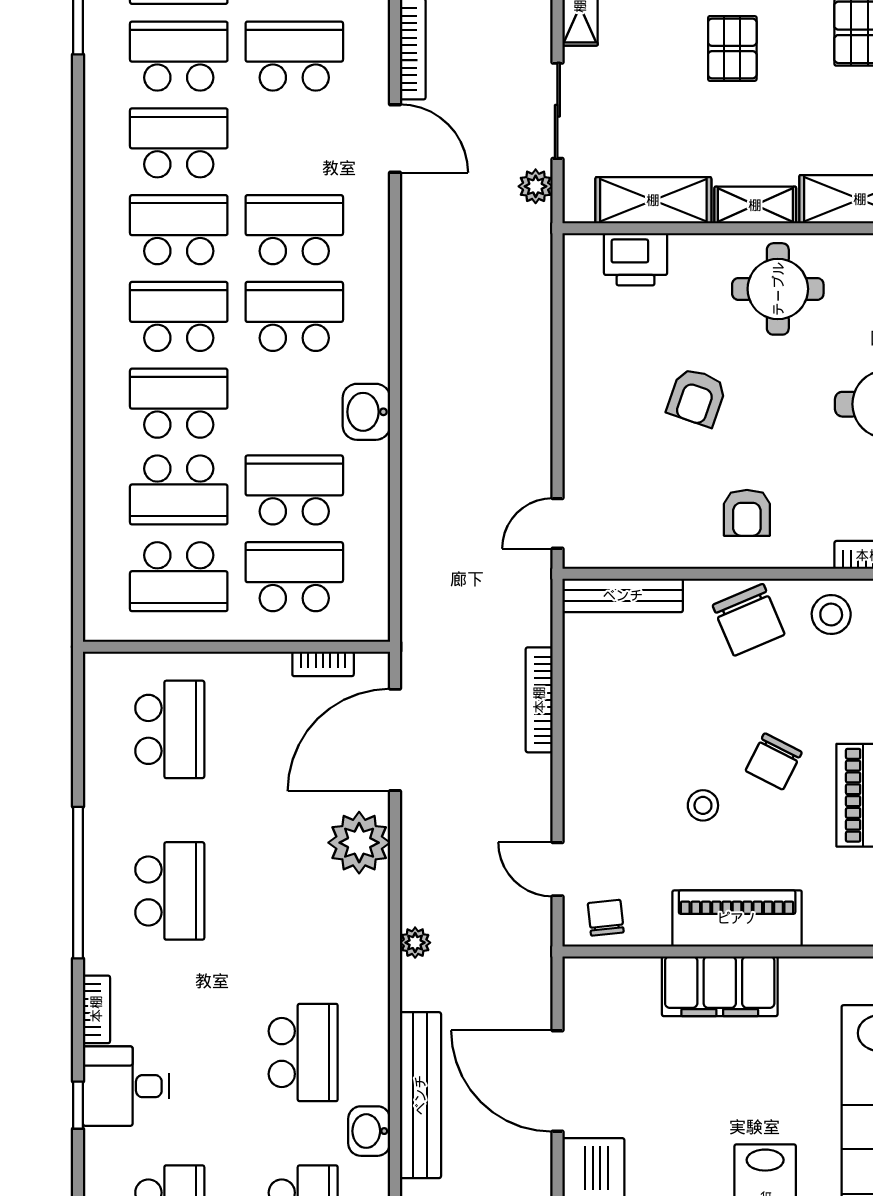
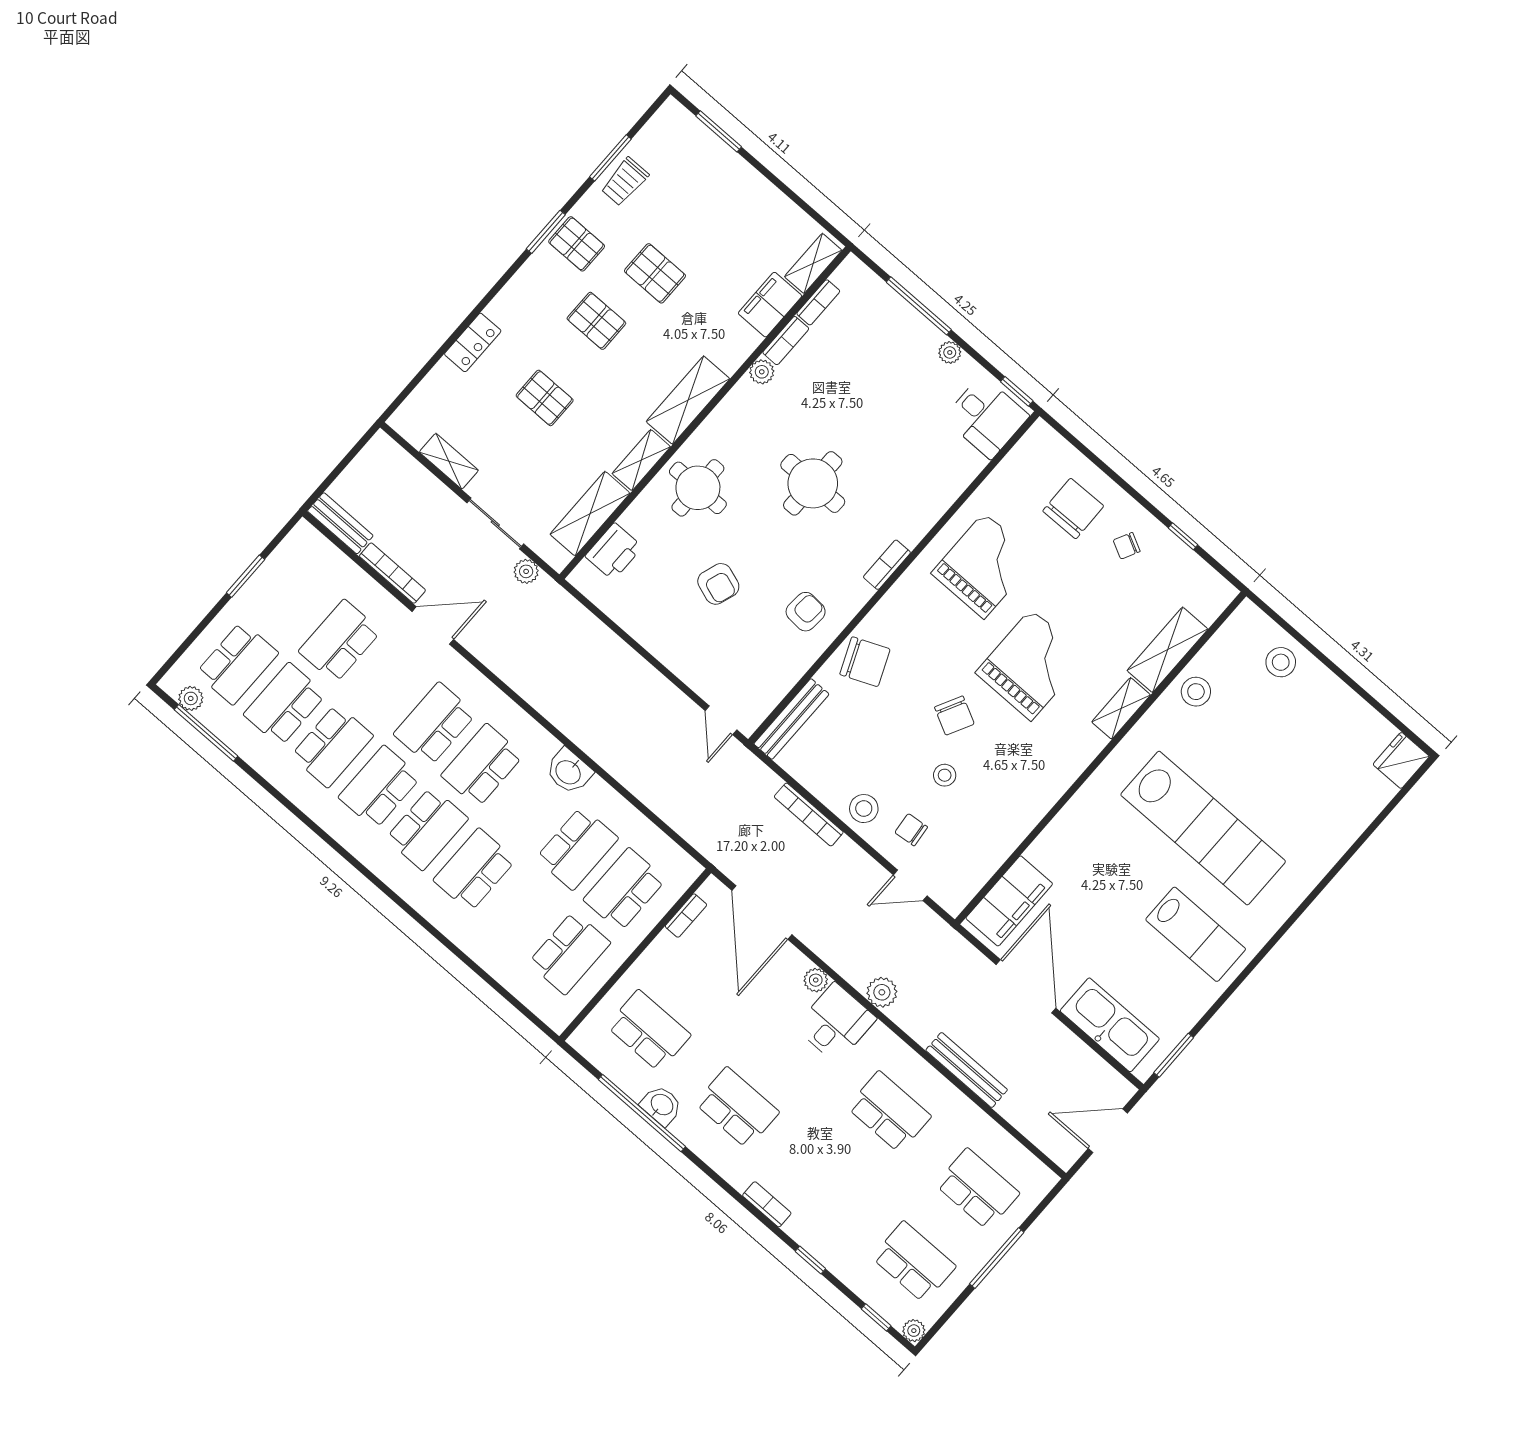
school desk: (179, 143) -> (332, 746), turned 180
school desk: (179, 316) -> (427, 829), turned 180
school desk: (179, 490) -> (522, 911), removed
school desk: (294, 490) -> (577, 848), turned 180
armchair: (747, 513) -> (806, 612), turned -86
stool: (831, 615) -> (864, 809), moved
plant: (359, 843) -> (816, 980), width x0.53, depth x0.53
window: (78, 883) -> (642, 1113), moved
chair: (606, 918) -> (911, 830), moved
piano: (737, 918) -> (1023, 811), removed
plant: (415, 943) -> (882, 992), width x1.38, depth x1.38
filing cabinet: (720, 986) -> (1009, 901), moved
door: (557, 1081) -> (1026, 986), swing flipped
desk: (126, 1086) -> (836, 1023), moved, turned 180
bench: (420, 1095) -> (967, 1070), width x0.73, depth x0.82
washbasin: (369, 1131) -> (661, 1105), moved, turned 180

